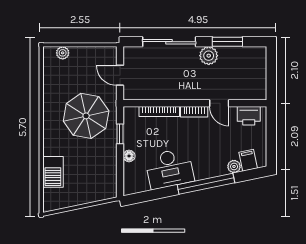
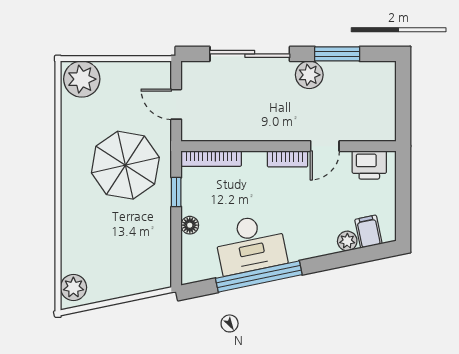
plant: (63, 53) -> (82, 79), width x1.87, depth x1.87
door: (219, 103) -> (325, 146), hinge flipped
bookcase: (159, 112) -> (211, 159), moved
barbecue: (53, 172) -> (76, 249), removed
window: (206, 184) -> (259, 277), moved
plant: (51, 197) -> (73, 287), added

